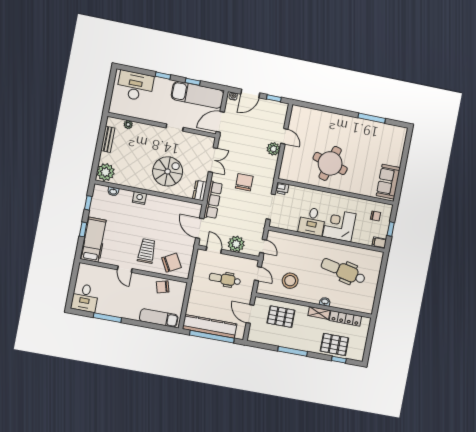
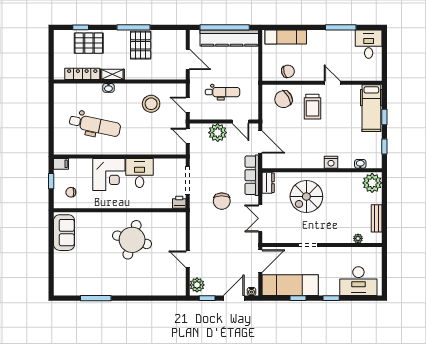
plant: (273, 149) -> (197, 285), moved
pallet: (281, 317) -> (141, 45), moved, turned 90

